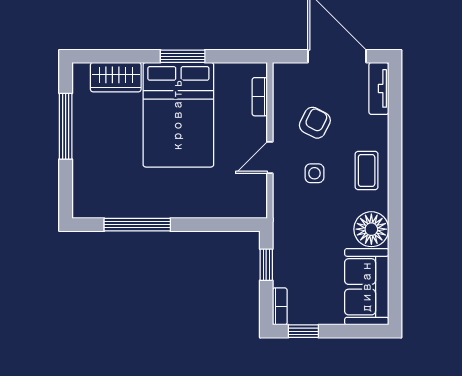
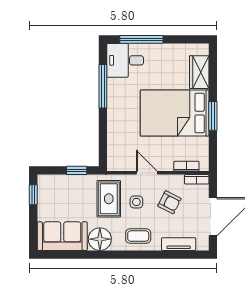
tv unit: (379, 88) -> (179, 244), moved
window: (66, 126) -> (141, 39), moved
desk: (98, 190) -> (125, 60), added
rug: (310, 216) -> (109, 199), added
bookcase: (280, 306) -> (197, 179), moved

